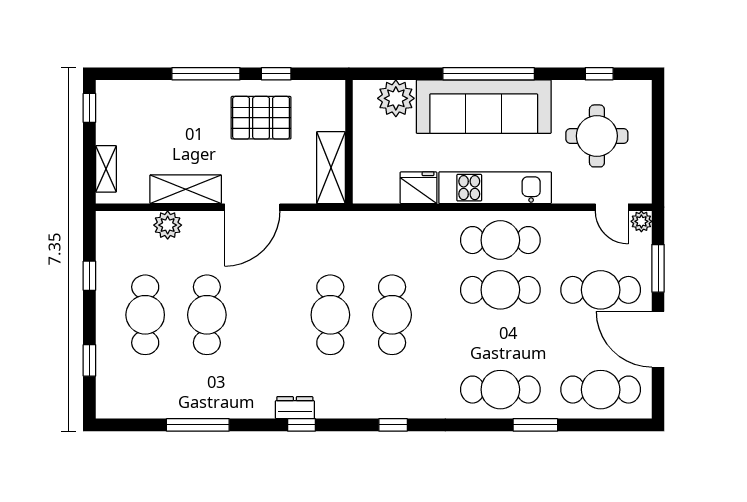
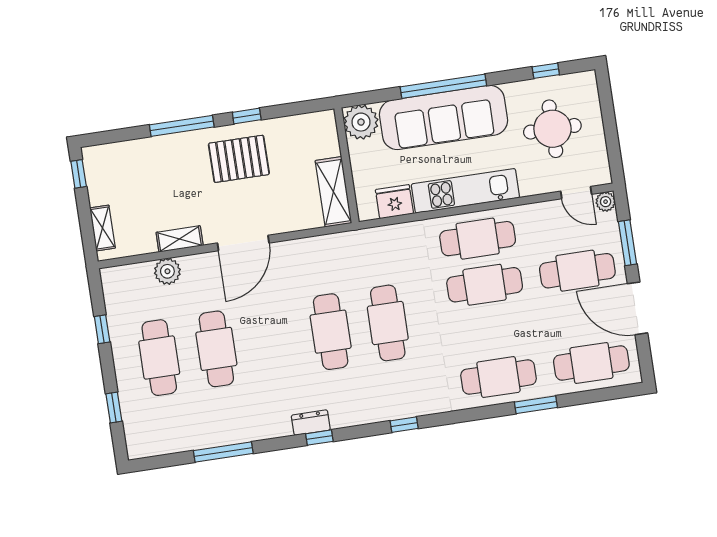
wall: (349, 142) -> (347, 165), moved
shelving: (331, 168) -> (333, 192), moved
shelving: (186, 189) -> (180, 239), width x0.67, depth x0.75

